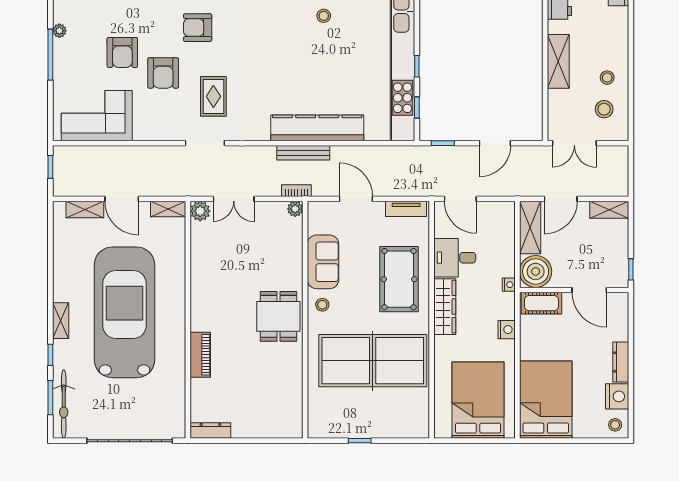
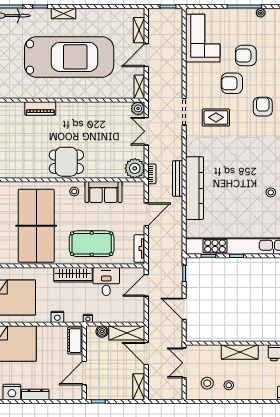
plant: (295, 209) -> (135, 168), width x1.88, depth x1.88
boiler: (536, 271) -> (102, 331), width x0.54, depth x0.54

